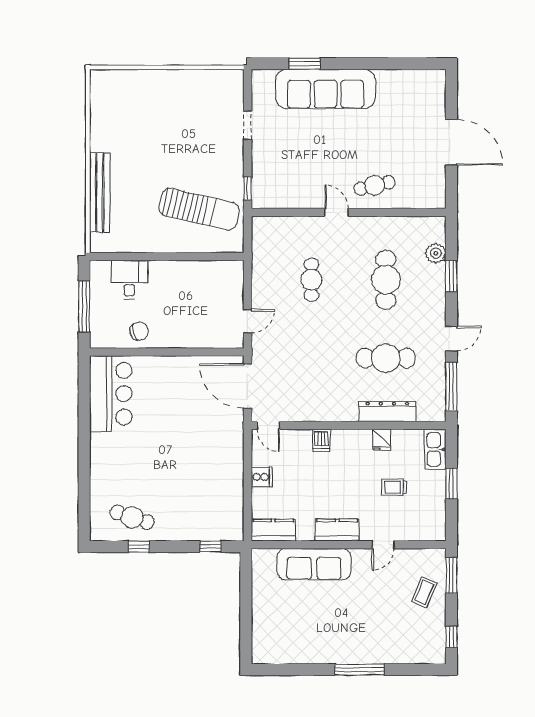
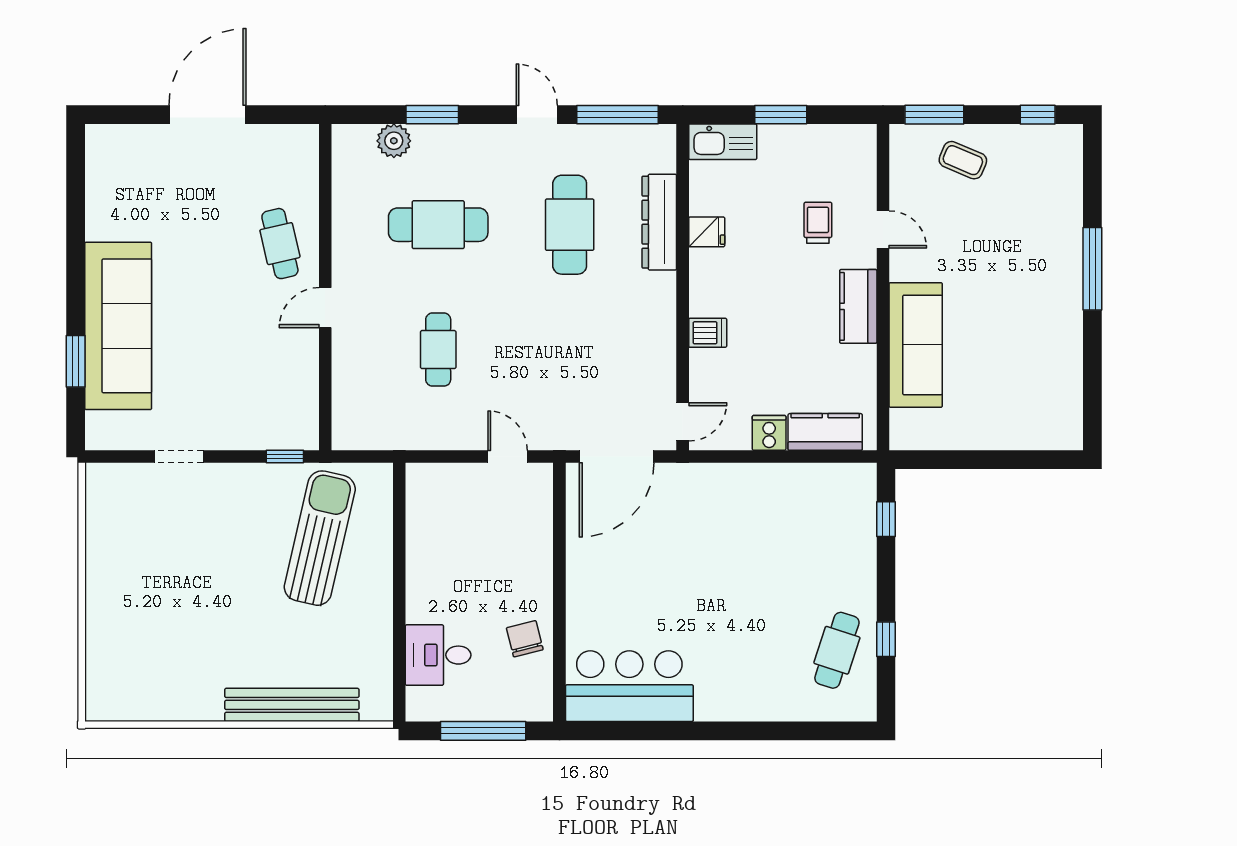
cafe table: (311, 280) -> (438, 350), turned 90
trolley: (394, 487) -> (818, 223), moved, turned 180
kitchen counter: (273, 530) -> (825, 432), moved, turned 90

